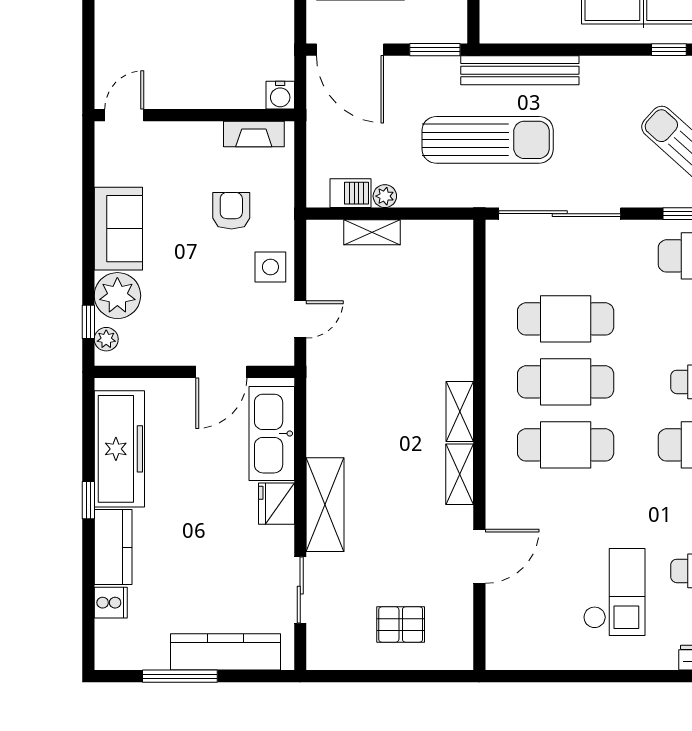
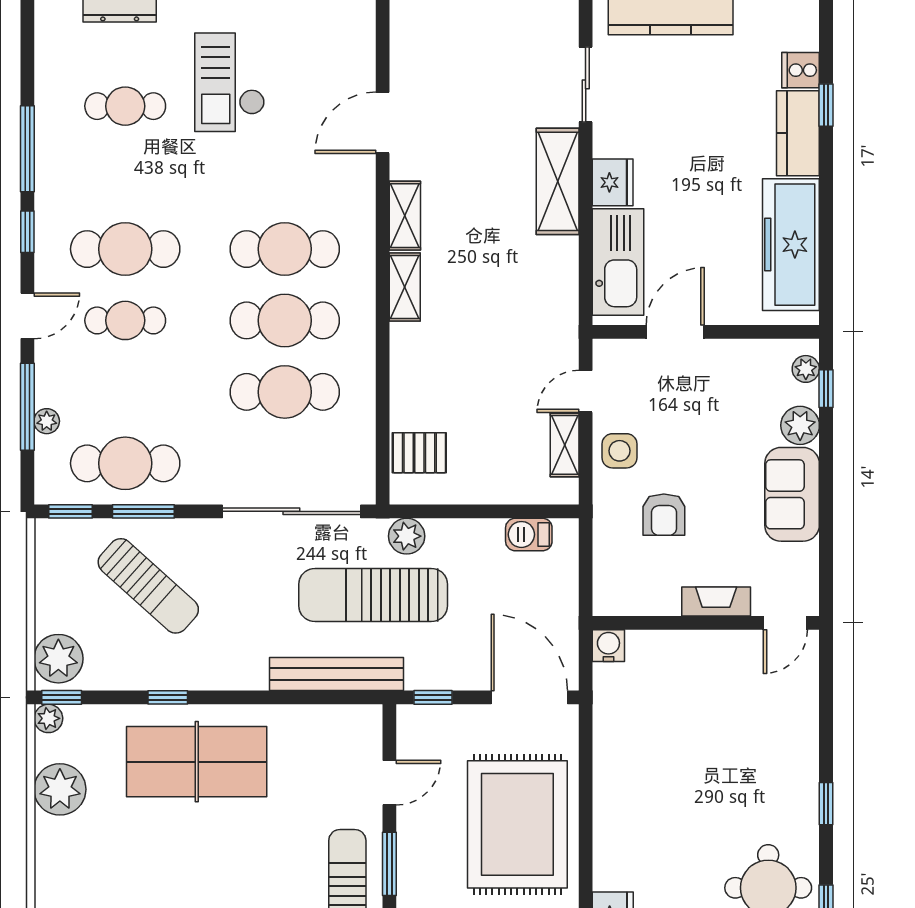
window: (435, 50) -> (433, 697), width x0.67
fireplace: (254, 134) -> (716, 602), moved
plant: (385, 196) -> (407, 536), moved, width x1.38, depth x1.38
shelving: (372, 232) -> (565, 445), moved, turned 90
plant: (117, 296) -> (800, 425), width x0.73, depth x0.73
window: (88, 500) -> (826, 105), moved
pallet: (401, 625) -> (419, 453), moved

